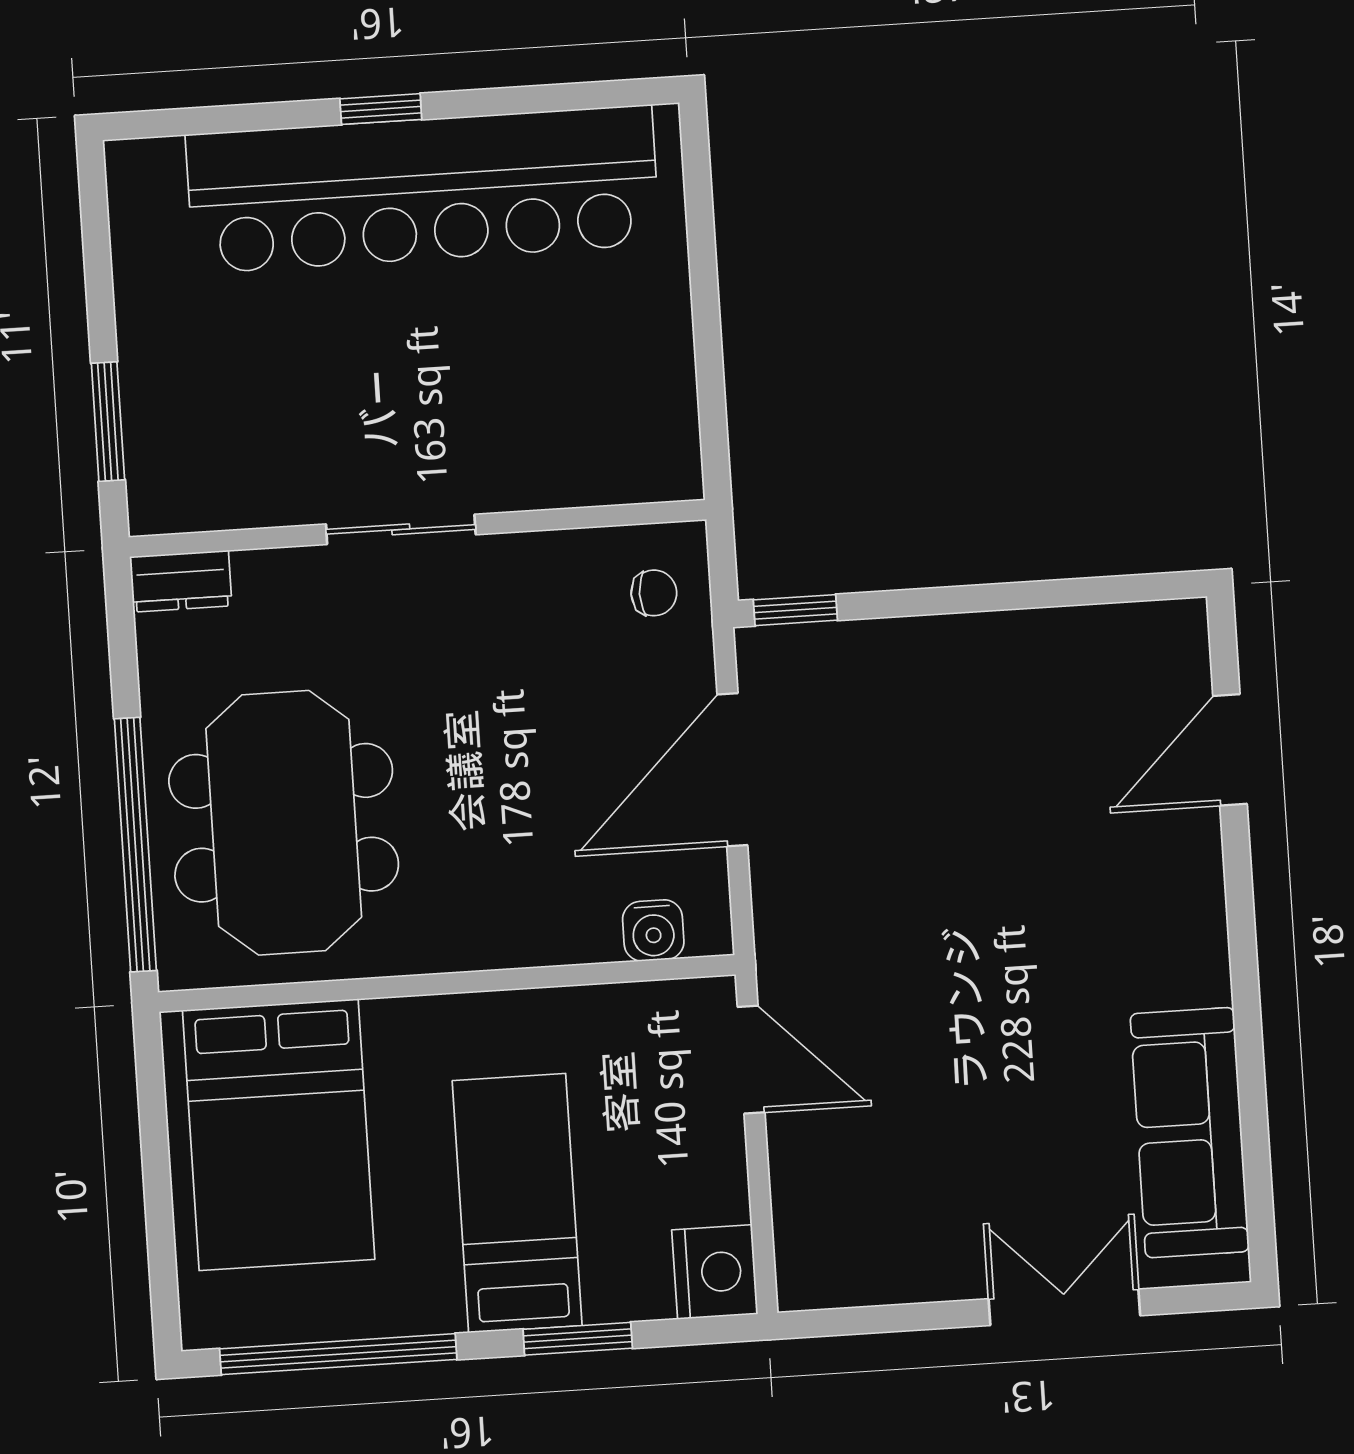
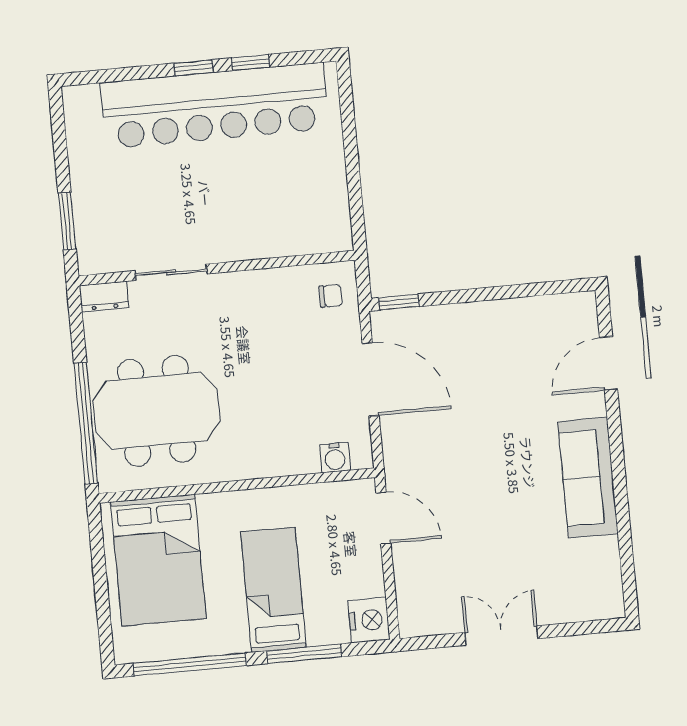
window: (500, 101) -> (250, 63), added
sliding door: (401, 529) -> (171, 272), moved
door: (732, 770) -> (371, 379), swing flipped
meeting table: (284, 823) -> (157, 411), turned 90
sofa: (1190, 1133) -> (588, 477), moved
double door: (1064, 1307) -> (501, 636), moved
window: (578, 1339) -> (304, 654), width x1.44

